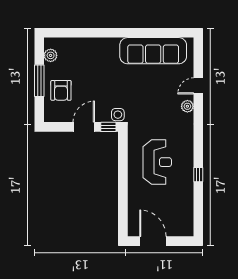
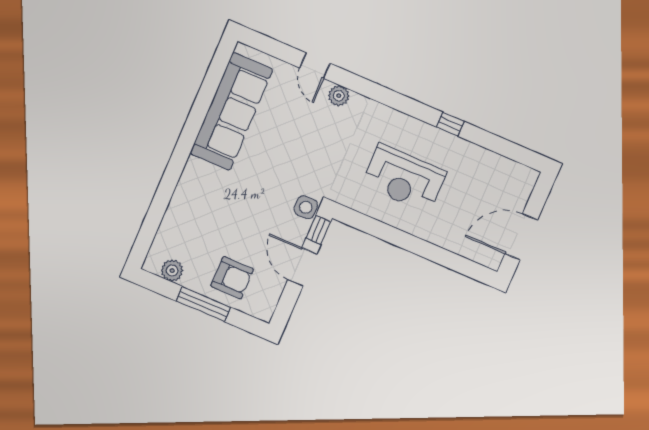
reception desk: (157, 162) -> (404, 178), turned 180

